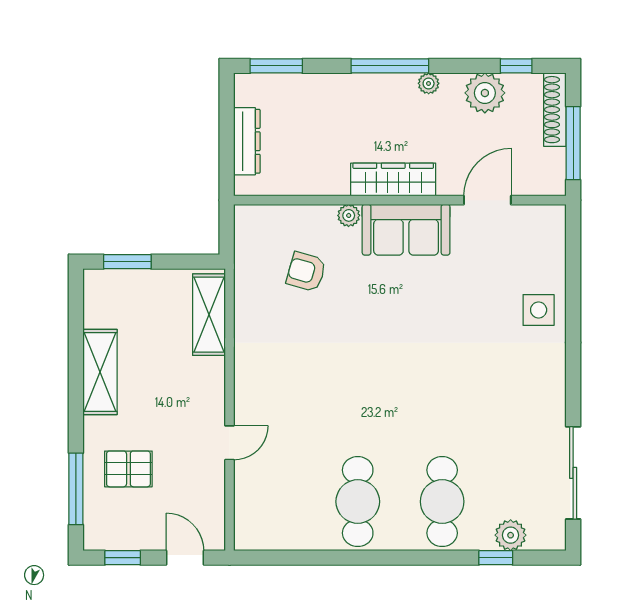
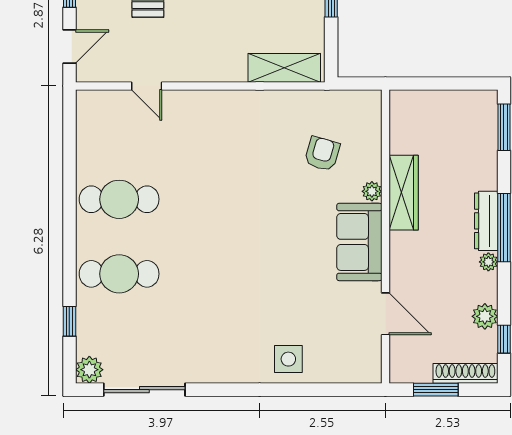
plant: (485, 93) -> (485, 316), width x0.73, depth x0.73
dresser: (247, 141) -> (486, 221), moved, turned 90
window: (573, 143) -> (436, 390), width x0.69
wardrobe: (393, 179) -> (404, 193), moved
door: (230, 443) -> (147, 86), moved
plant: (511, 535) -> (89, 370), moved

